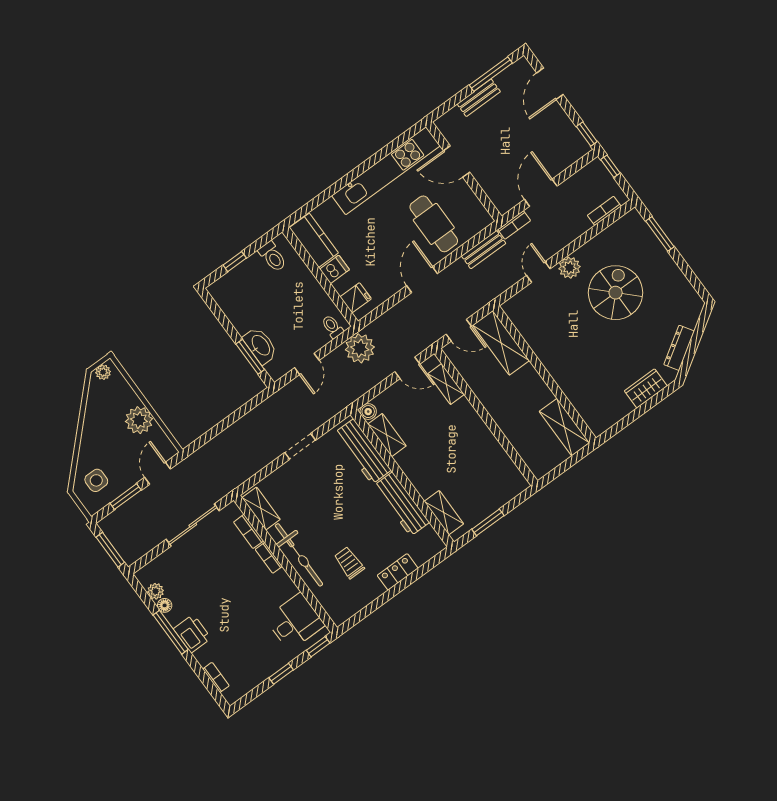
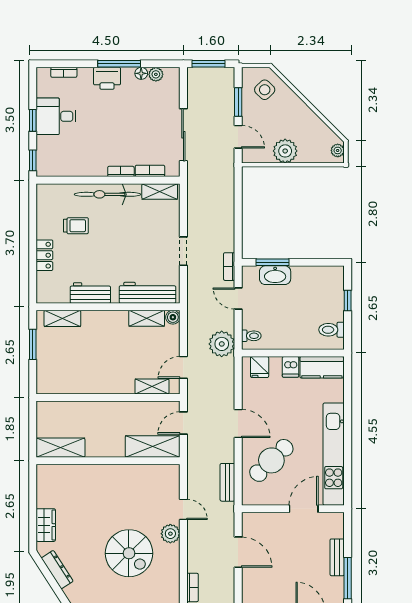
cafe table: (434, 224) -> (271, 460), turned -44
bookcase: (514, 225) -> (229, 267), moved
side table: (96, 480) -> (265, 90), turned 45
workbench: (402, 504) -> (90, 293), width x0.73
desk: (295, 622) -> (56, 116), moved, turned 90

